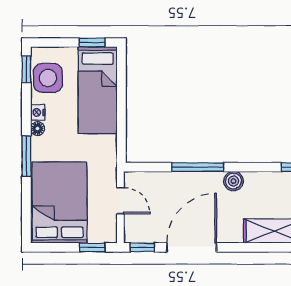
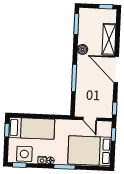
boiler: (234, 181) -> (82, 49), moved
door: (120, 201) -> (90, 119), swing flipped
door: (192, 247) -> (116, 70), moved

